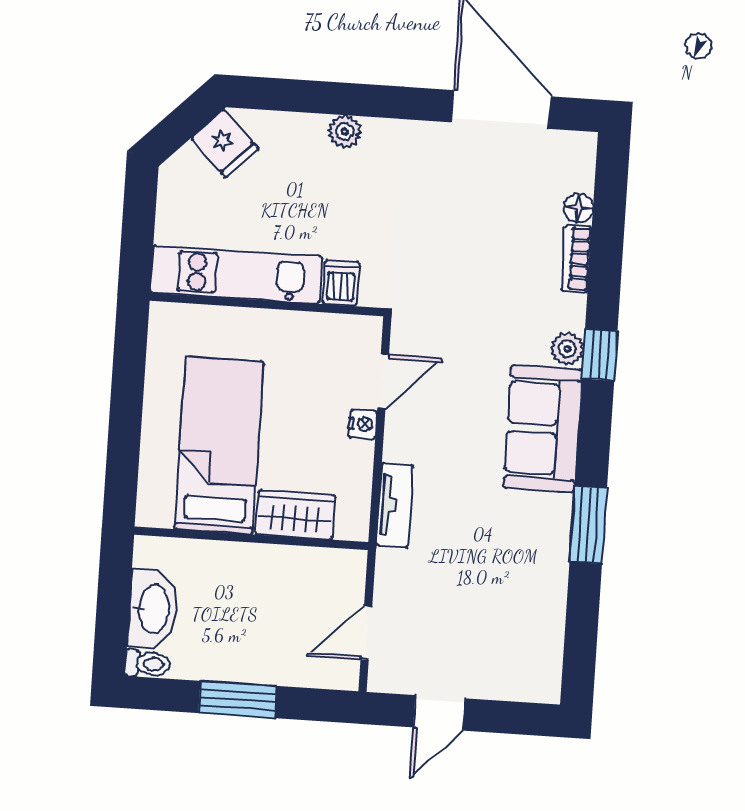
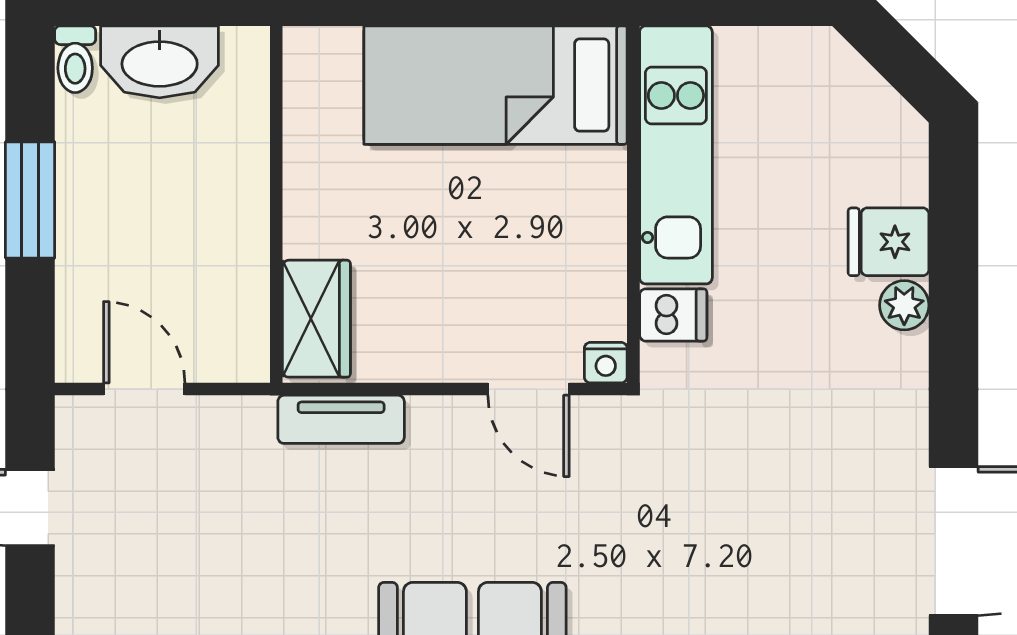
fridge: (225, 143) -> (888, 242), moved, turned 45
nightstand: (363, 424) -> (606, 363), moved
bed: (219, 446) -> (496, 85), moved, turned 180
wardrobe: (295, 515) -> (316, 319), moved

